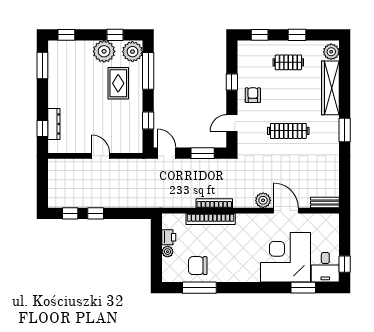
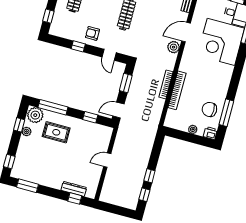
plant: (104, 51) -> (26, 132), width x0.53, depth x0.53
printer: (169, 237) -> (210, 133), moved
chair: (198, 266) -> (209, 109), turned 90

